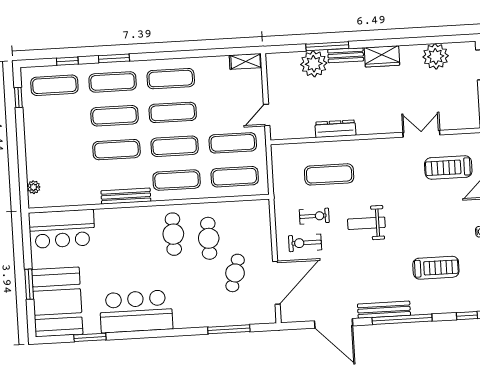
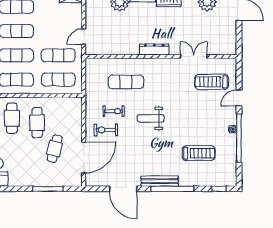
dresser: (335, 129) -> (154, 49), moved

